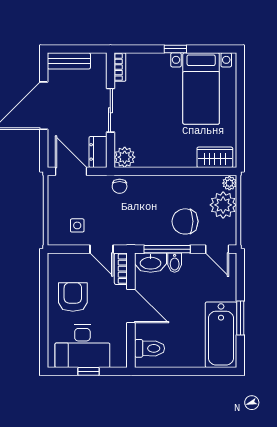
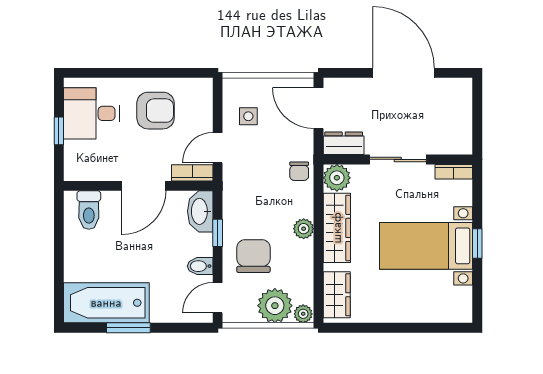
bench: (69, 61) -> (462, 105), removed
bed with nightstands: (201, 88) -> (426, 246), moved
wardrobe: (163, 157) -> (337, 228), added
door: (71, 171) -> (319, 108), swing flipped
plant: (164, 183) -> (304, 229), added
chair: (120, 186) -> (299, 171), turned -90
window: (167, 249) -> (218, 233), width x0.46
bidet: (175, 263) -> (200, 266), moved
desk: (82, 346) -> (92, 113), width x0.73

